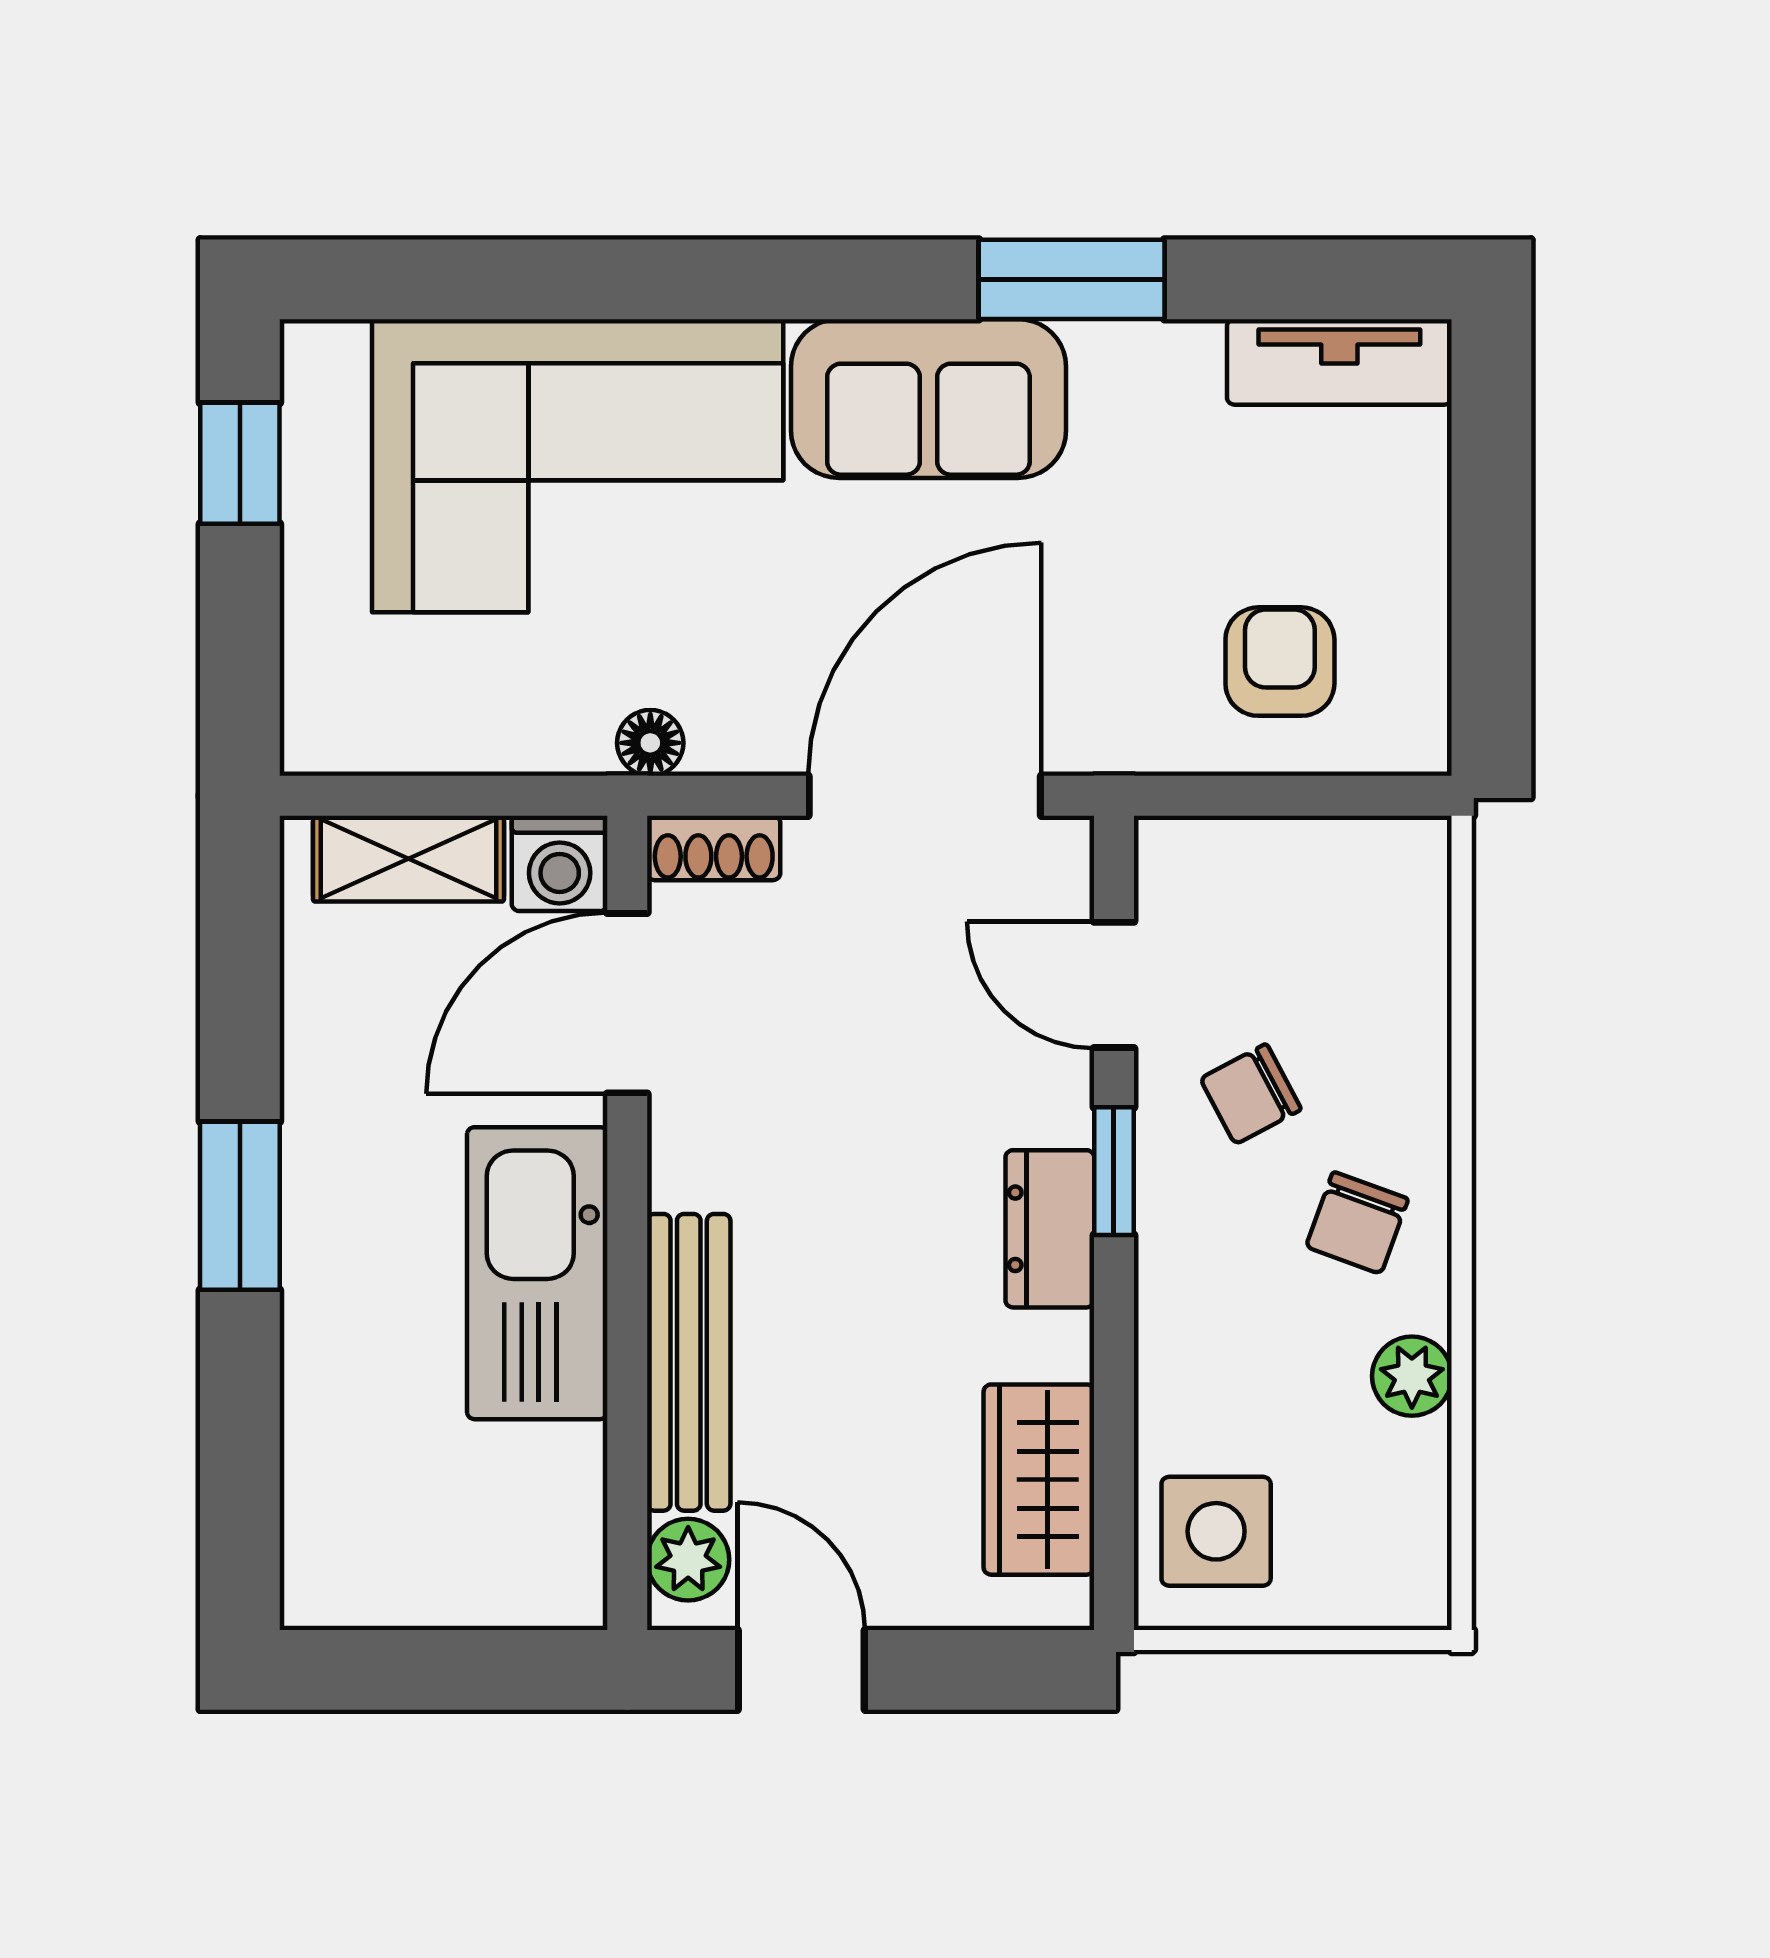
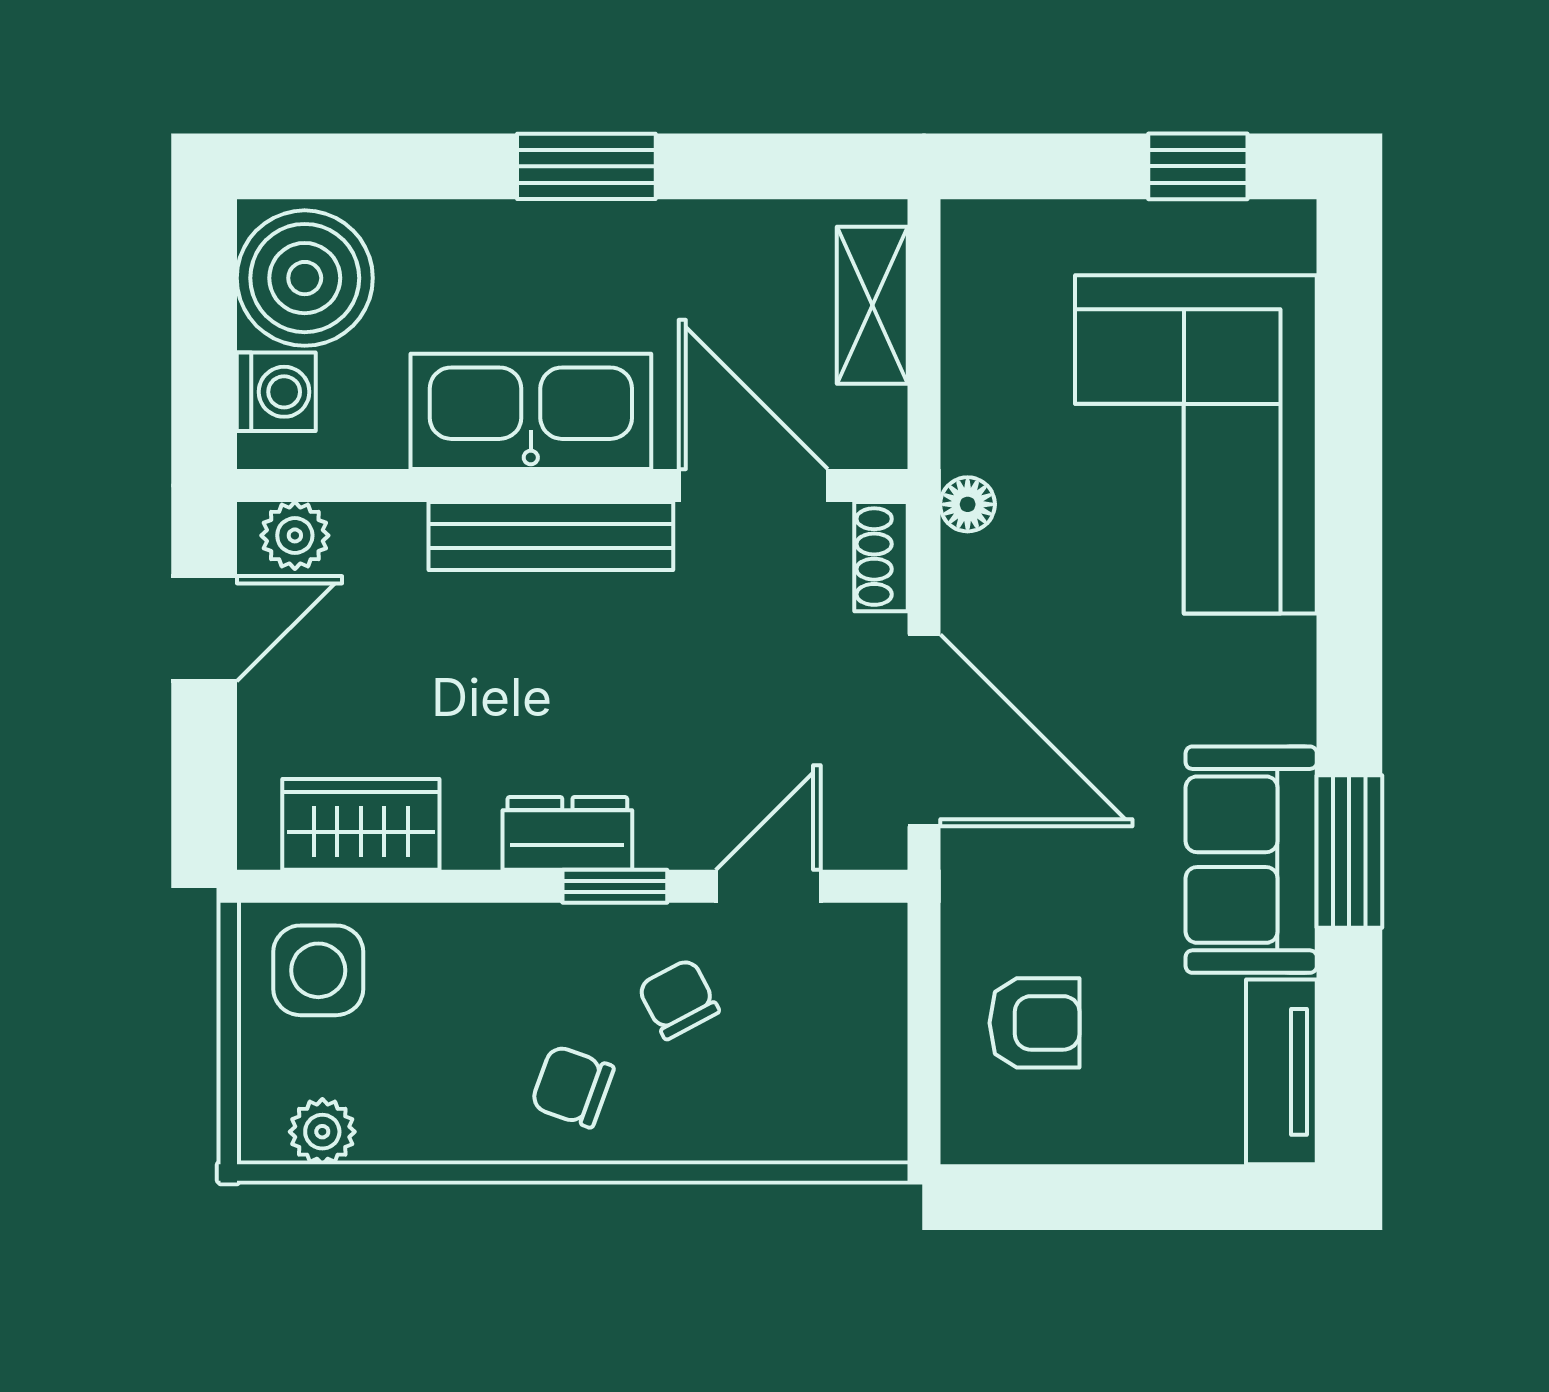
sofa: (928, 399) -> (1251, 860), moved
washing machine: (560, 863) -> (276, 392), moved, turned 180
bench: (689, 1362) -> (551, 536), moved
plant: (1412, 1376) -> (322, 1132), moved
boiler: (376, 1548) -> (305, 278), added

